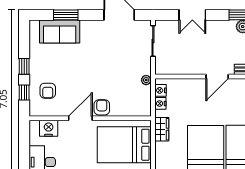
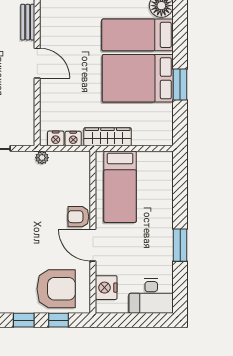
armchair: (48, 91) -> (56, 289), width x1.88, depth x1.88
wardrobe: (162, 129) -> (108, 137), width x1.50
bed: (124, 145) -> (120, 187), width x0.67

